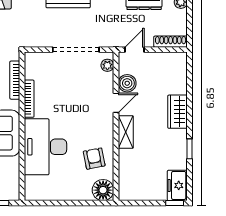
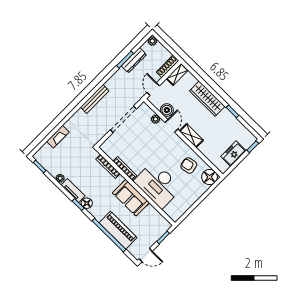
shelving: (172, 59) -> (177, 74), added
plant: (107, 65) -> (156, 119), moved
wardrobe: (178, 112) -> (207, 99), width x1.50
freezer: (177, 185) -> (233, 154), moved, turned 90

